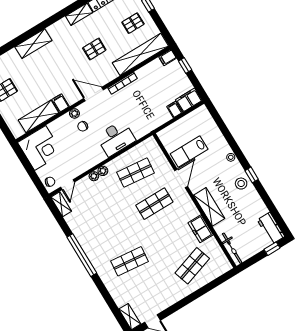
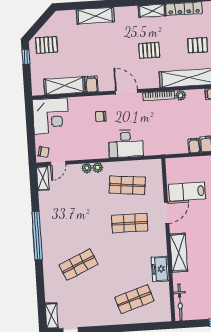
plant: (74, 113) -> (181, 95), moved
shop shelf: (130, 261) -> (78, 264), turned -30

